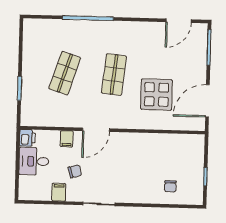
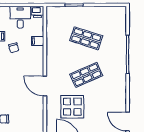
shop shelf: (114, 75) -> (86, 75), turned -30
door: (96, 130) -> (45, 86), moved

